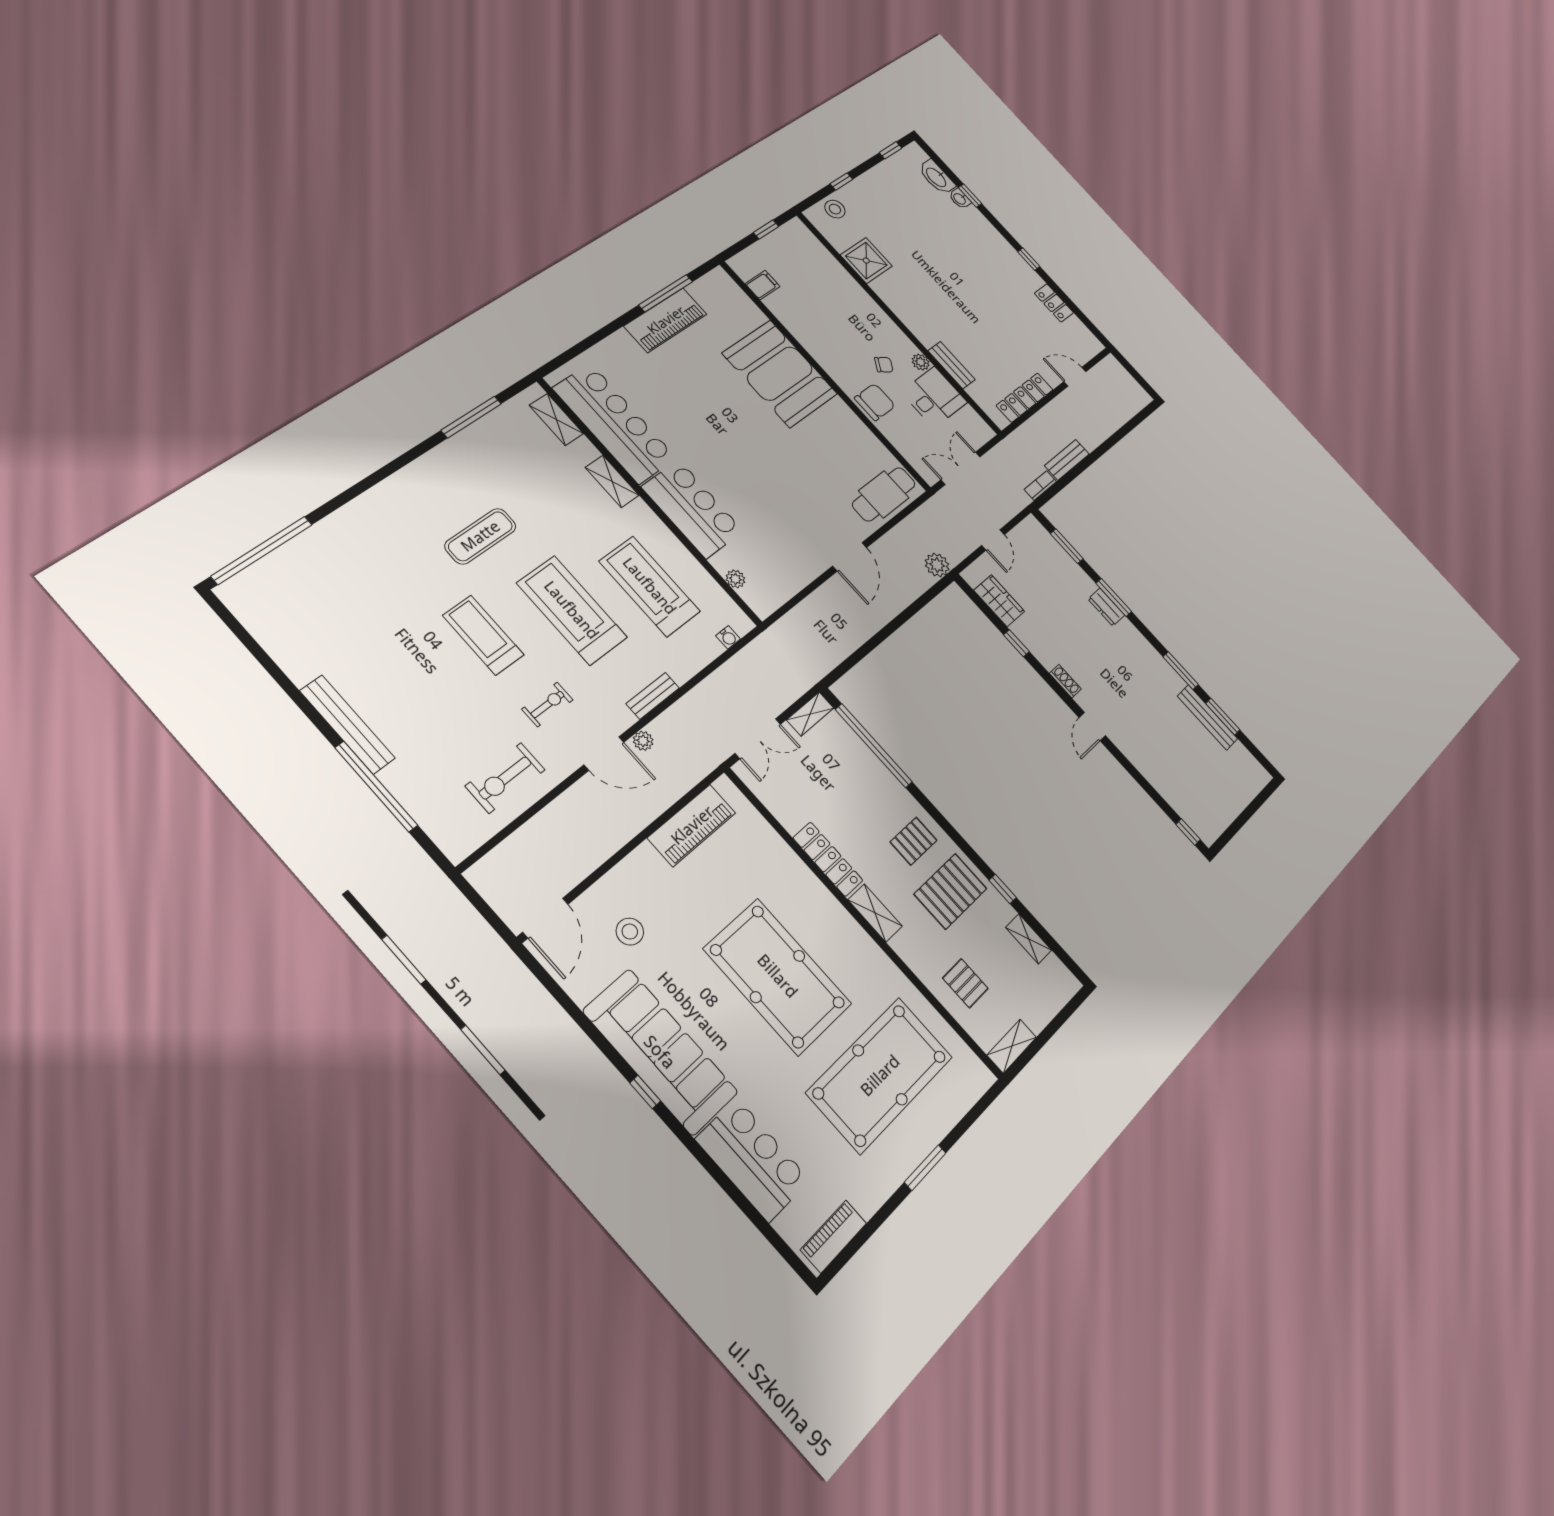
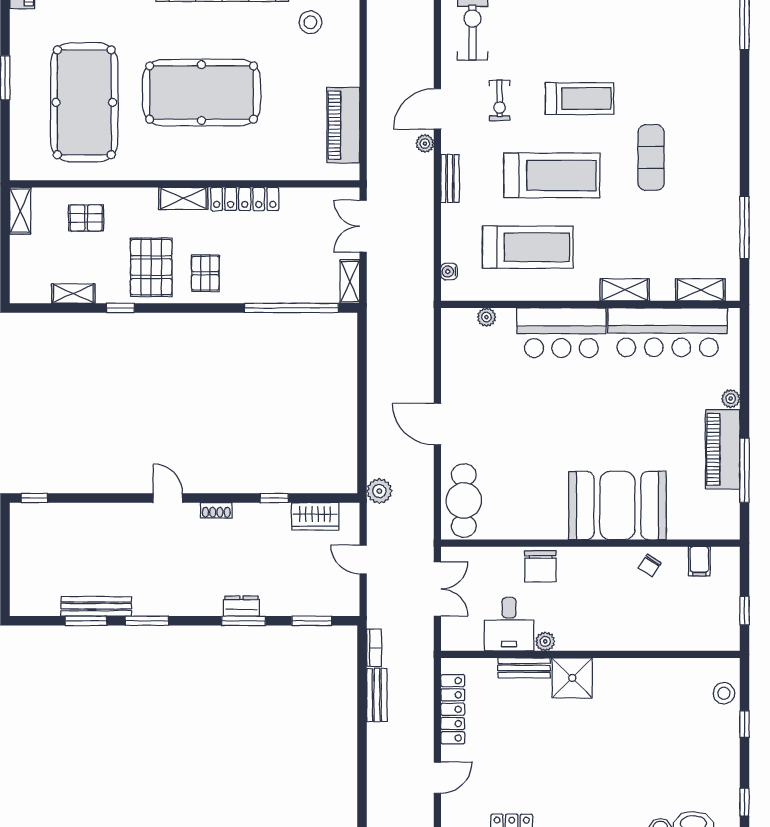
shower: (866, 261) -> (572, 678), moved
plant: (621, 339) -> (731, 399), added
chair: (884, 365) -> (650, 565), moved

